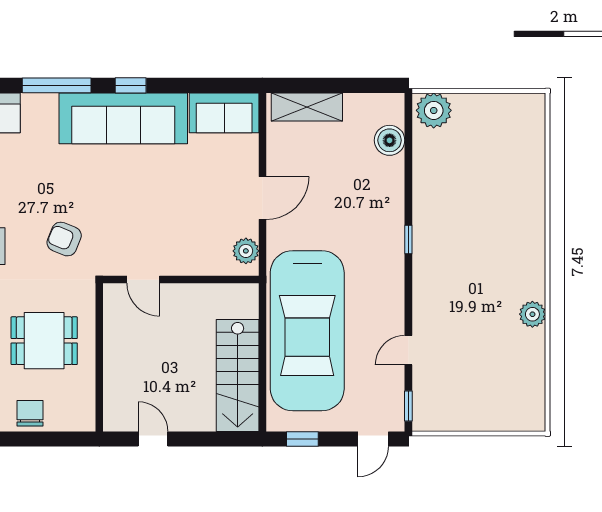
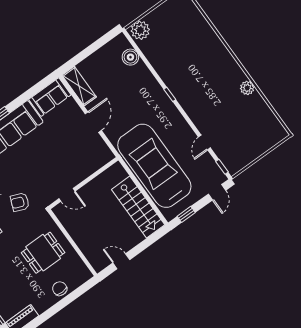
shelving: (307, 107) -> (79, 86), moved, turned 90
plant: (246, 251) -> (103, 150), removed
car: (307, 331) -> (154, 166), turned 180

